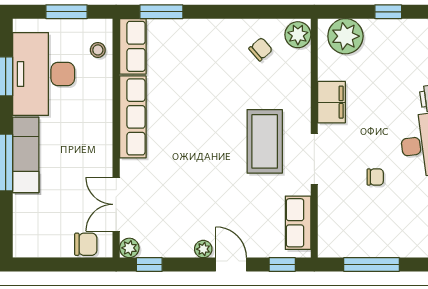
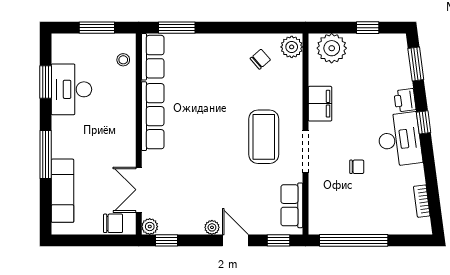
desk: (44, 74) -> (71, 89), width x0.73, depth x0.77
exam couch: (26, 155) -> (63, 191), moved
window: (372, 265) -> (354, 240), width x1.46

